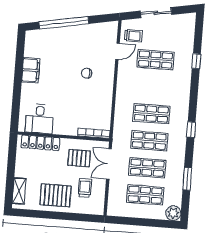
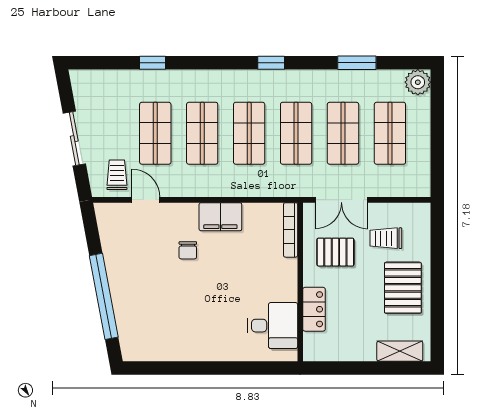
filing cabinet: (31, 70) -> (220, 217), moved, turned 180
shop shelf: (153, 87) -> (202, 133), added
locker: (40, 143) -> (314, 309), width x0.66
pallet: (79, 158) -> (335, 252), turned 90

